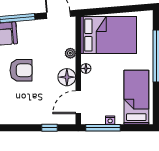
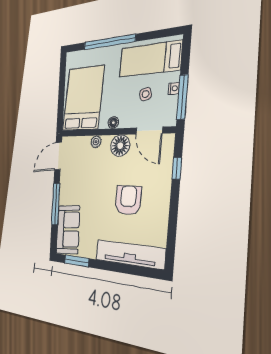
armchair: (21, 70) -> (128, 200), moved
side table: (108, 96) -> (145, 94), added

